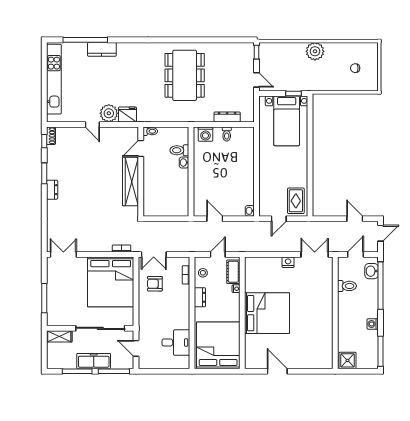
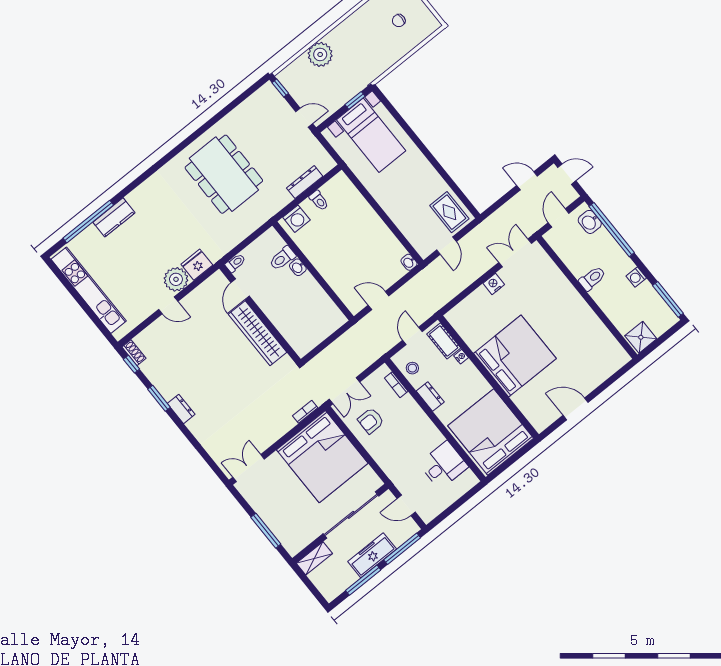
plant: (315, 51) -> (320, 54), moved
door: (380, 233) -> (567, 174), hinge flipped
toilet: (347, 286) -> (592, 278), moved

